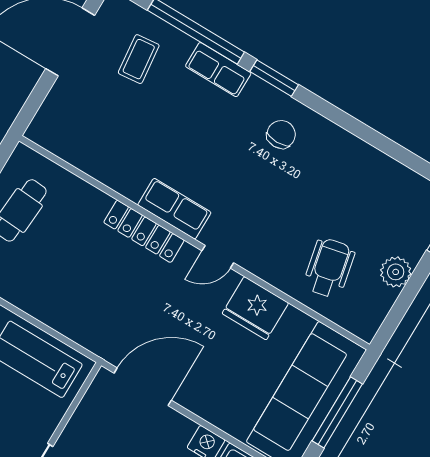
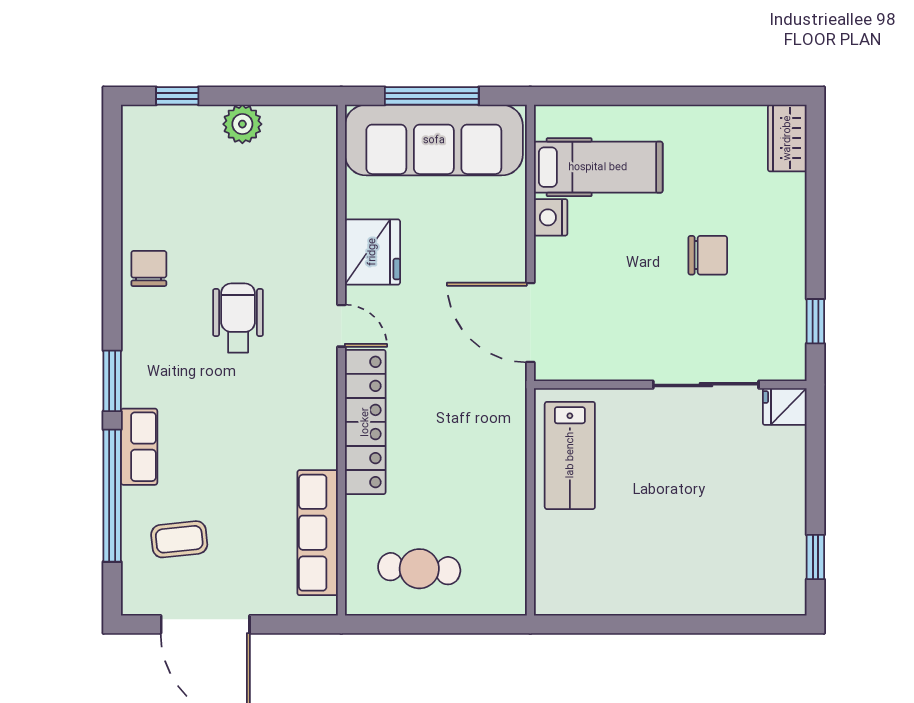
chair: (281, 134) -> (149, 269), moved, turned 90
row of seats: (174, 209) -> (318, 533), moved, width x1.48
locker: (144, 231) -> (365, 422), width x1.41, depth x1.21
wheelchair: (329, 268) -> (238, 318), moved, turned 102

